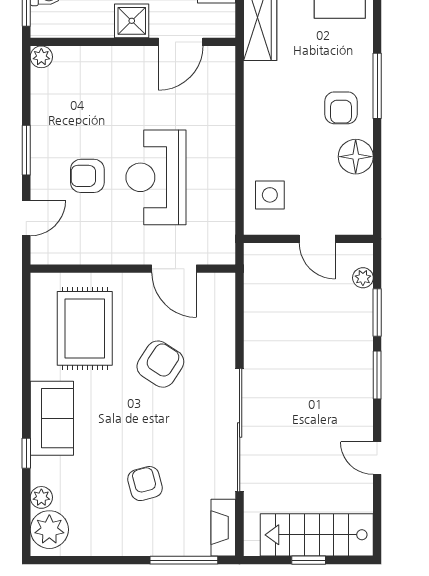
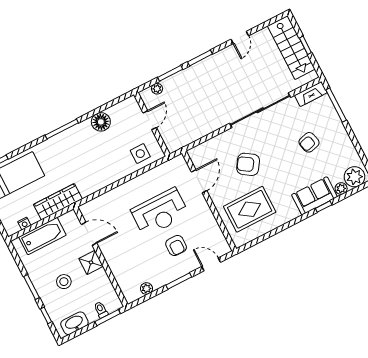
plant: (41, 57) -> (146, 289), moved
armchair: (341, 108) -> (81, 141), removed
sofa: (52, 418) -> (314, 196), moved

